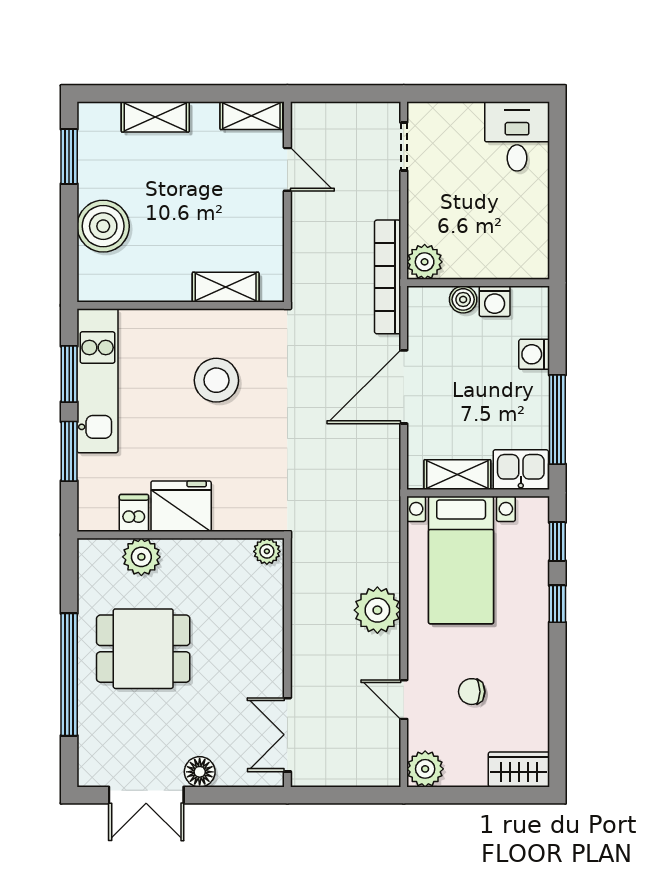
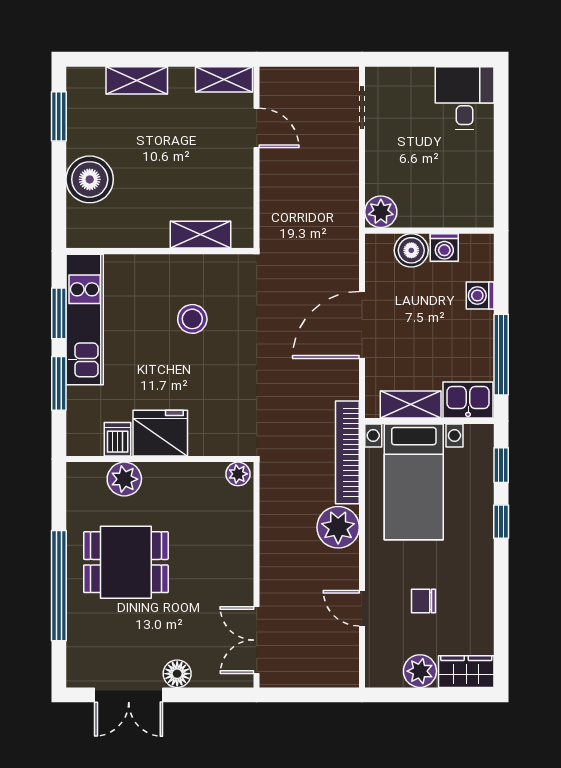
bookcase: (388, 277) -> (347, 452), moved
boiler: (463, 299) -> (411, 250), width x1.36, depth x1.36
stool: (216, 380) -> (192, 319), width x0.73, depth x0.73
plant: (425, 769) -> (420, 671), moved

